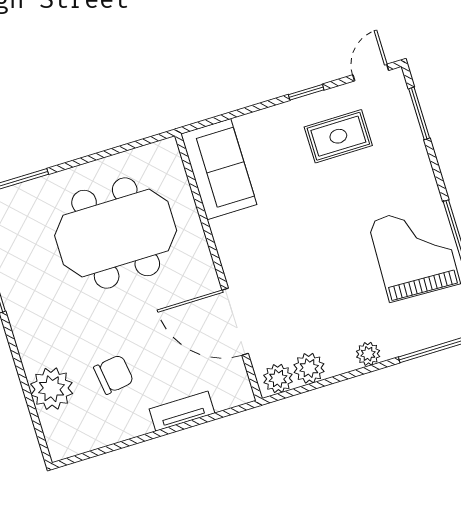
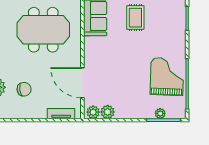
rug: (338, 136) -> (135, 18), moved, turned 90
plant: (368, 354) -> (160, 113), moved
tv unit: (182, 411) -> (61, 114), moved

